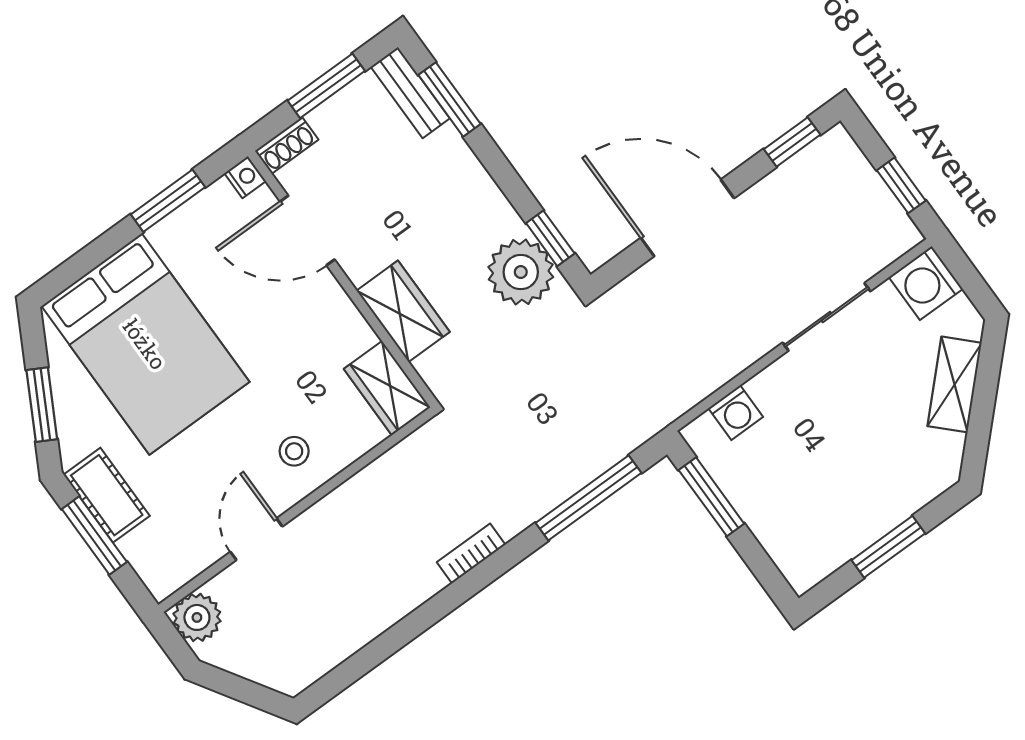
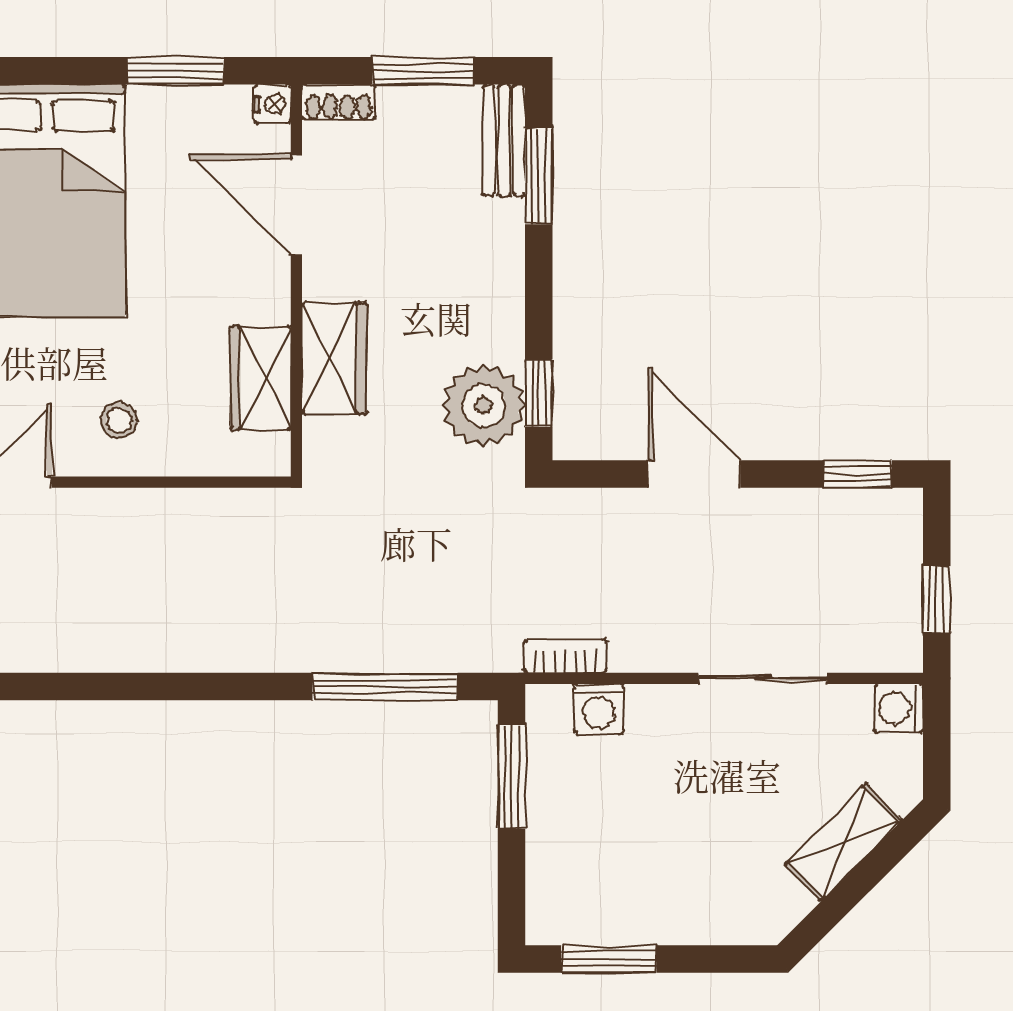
door: (687, 218) -> (694, 474), width x0.73
washing machine: (926, 283) -> (899, 708), width x0.73, depth x0.73
wardrobe: (387, 388) -> (261, 378), moved
window: (888, 547) -> (609, 959), moved
bookcase: (471, 553) -> (565, 656), moved

